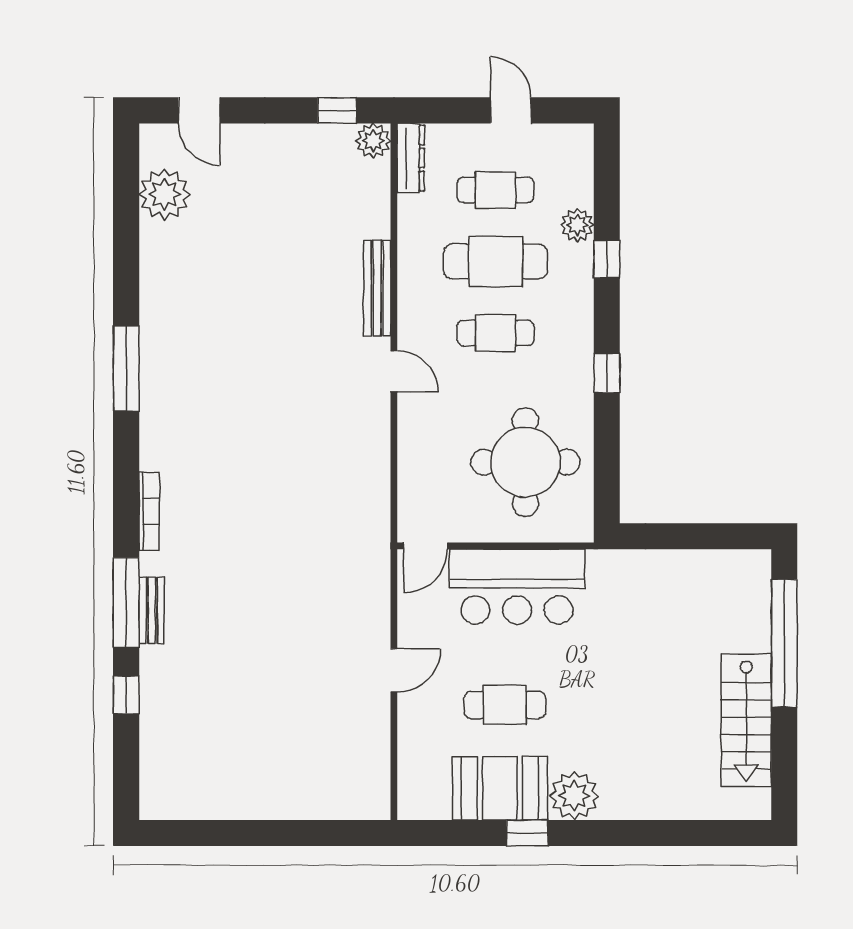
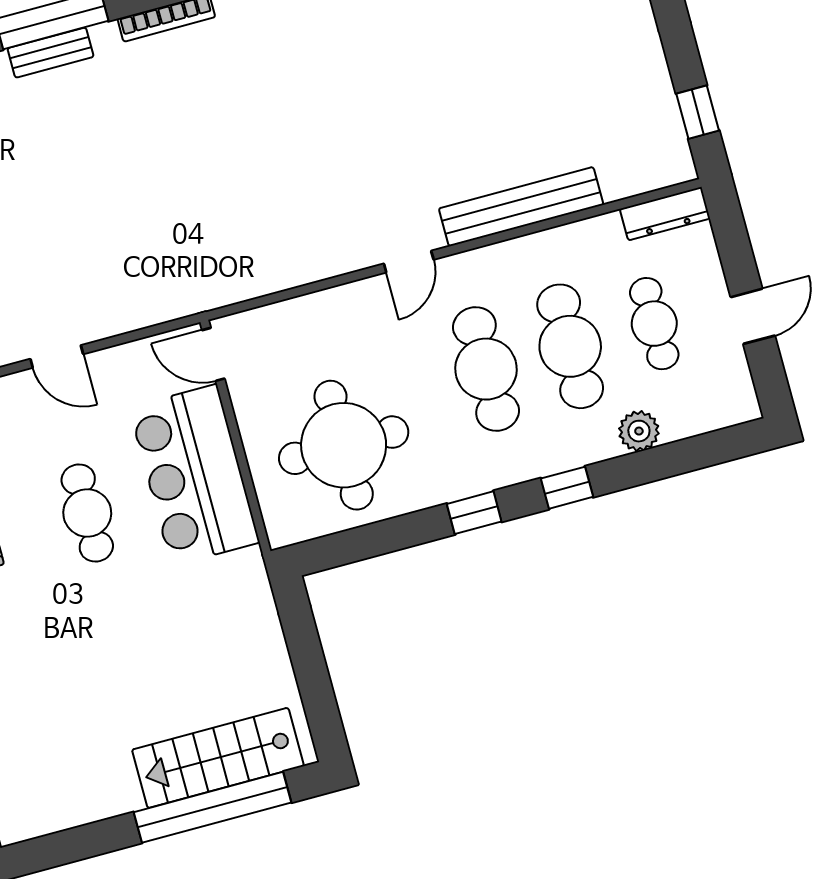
plant: (373, 141) -> (673, 164), removed
window: (607, 259) -> (567, 488), moved
bench: (377, 288) -> (521, 207), width x1.37, depth x1.21
cafe table: (496, 333) -> (486, 369), width x1.37, depth x1.35
cafe table: (505, 705) -> (87, 513), moved
stairs: (746, 720) -> (218, 758), moved

